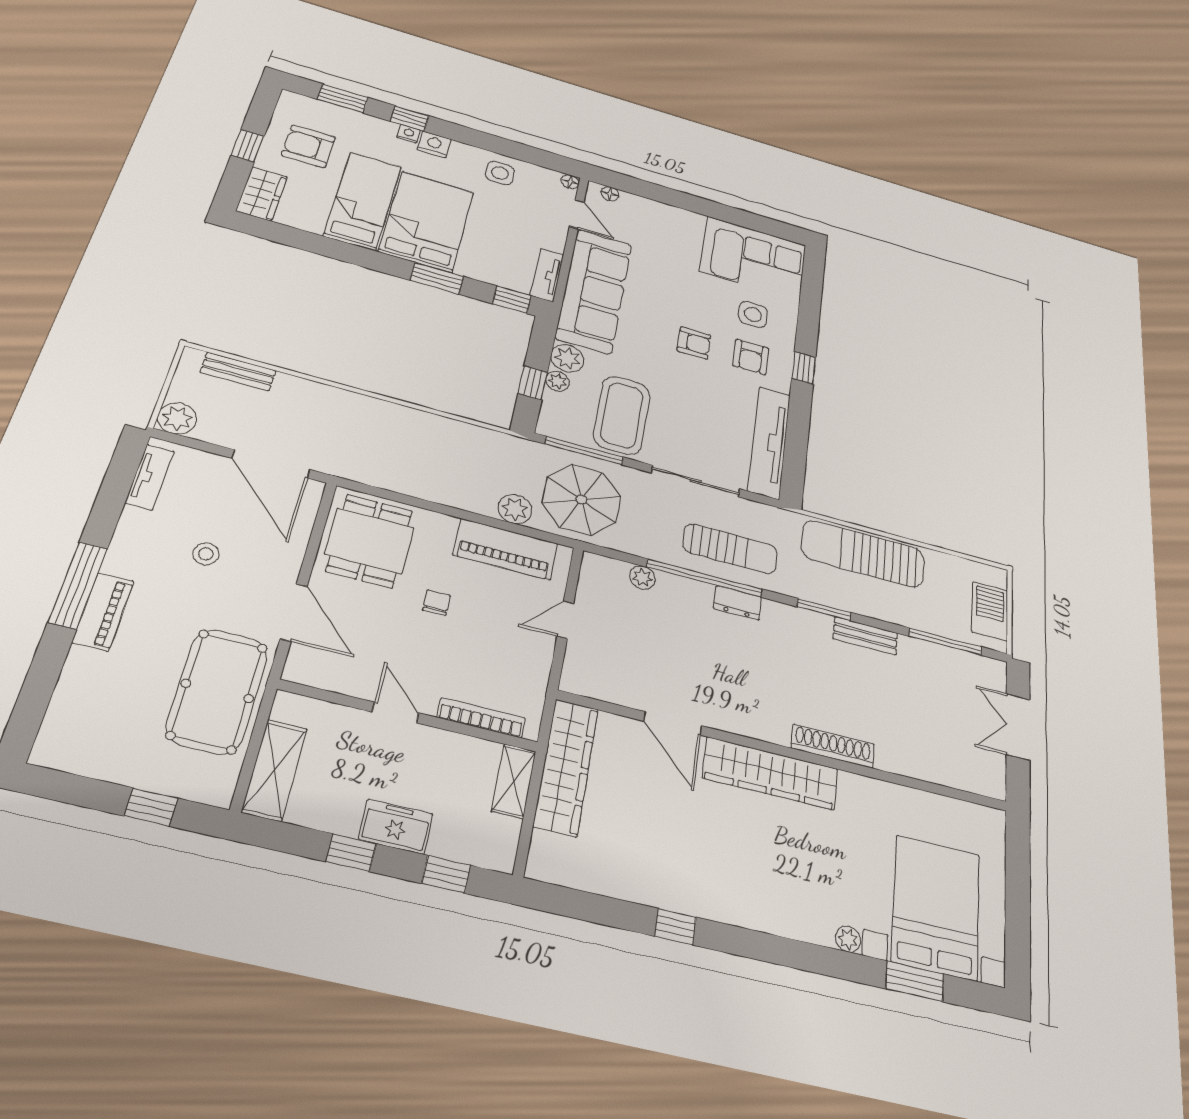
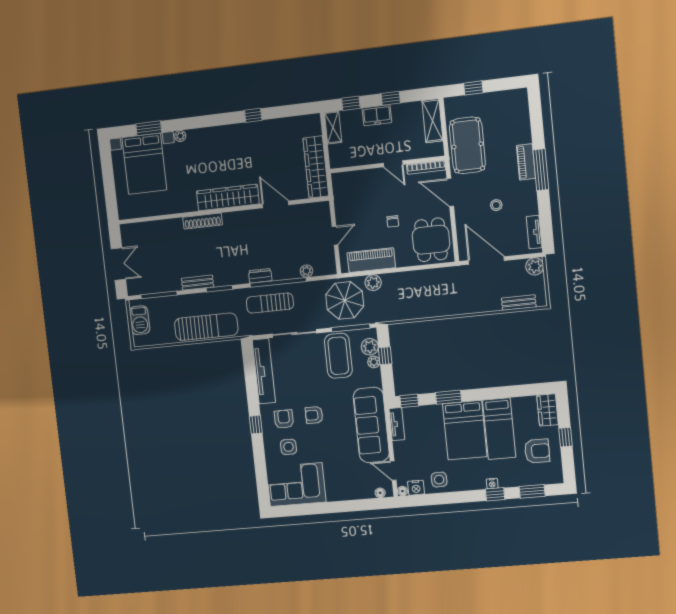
nightstand: (434, 144) -> (416, 488), moved
plant: (567, 358) -> (370, 347), moved
bookcase: (481, 718) -> (426, 167), moved
shelving: (514, 781) -> (333, 127), moved

